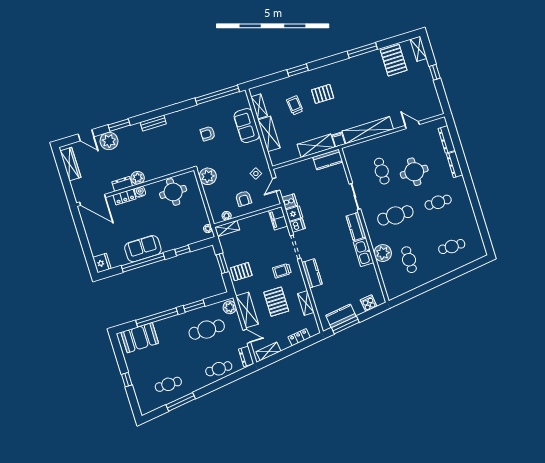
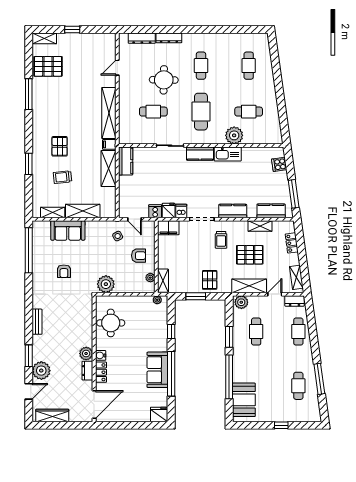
kitchen counter: (341, 316) -> (271, 211), moved, turned 98
cafe table: (207, 330) -> (256, 332), width x0.73, depth x0.74

